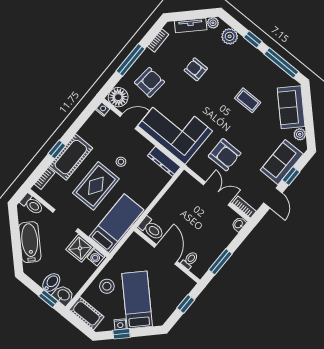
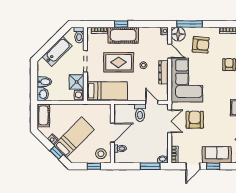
window: (131, 60) -> (189, 24), moved
armchair: (225, 155) -> (195, 120), turned 180
dresser: (164, 161) -> (163, 72), moved
door: (168, 186) -> (152, 102), added
double door: (217, 194) -> (170, 121), moved
toilet: (151, 229) -> (140, 113), moved
window: (220, 262) -> (150, 166), moved
stool: (107, 286) -> (101, 154), moved
window: (48, 299) -> (34, 87), removed
window: (122, 334) -> (56, 153), moved

